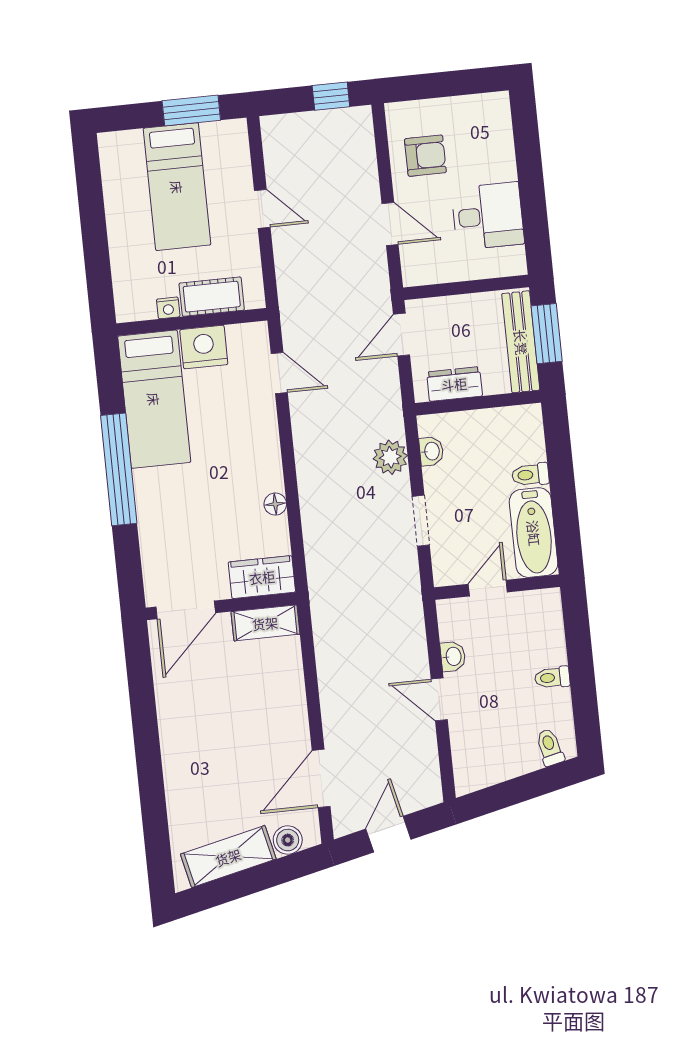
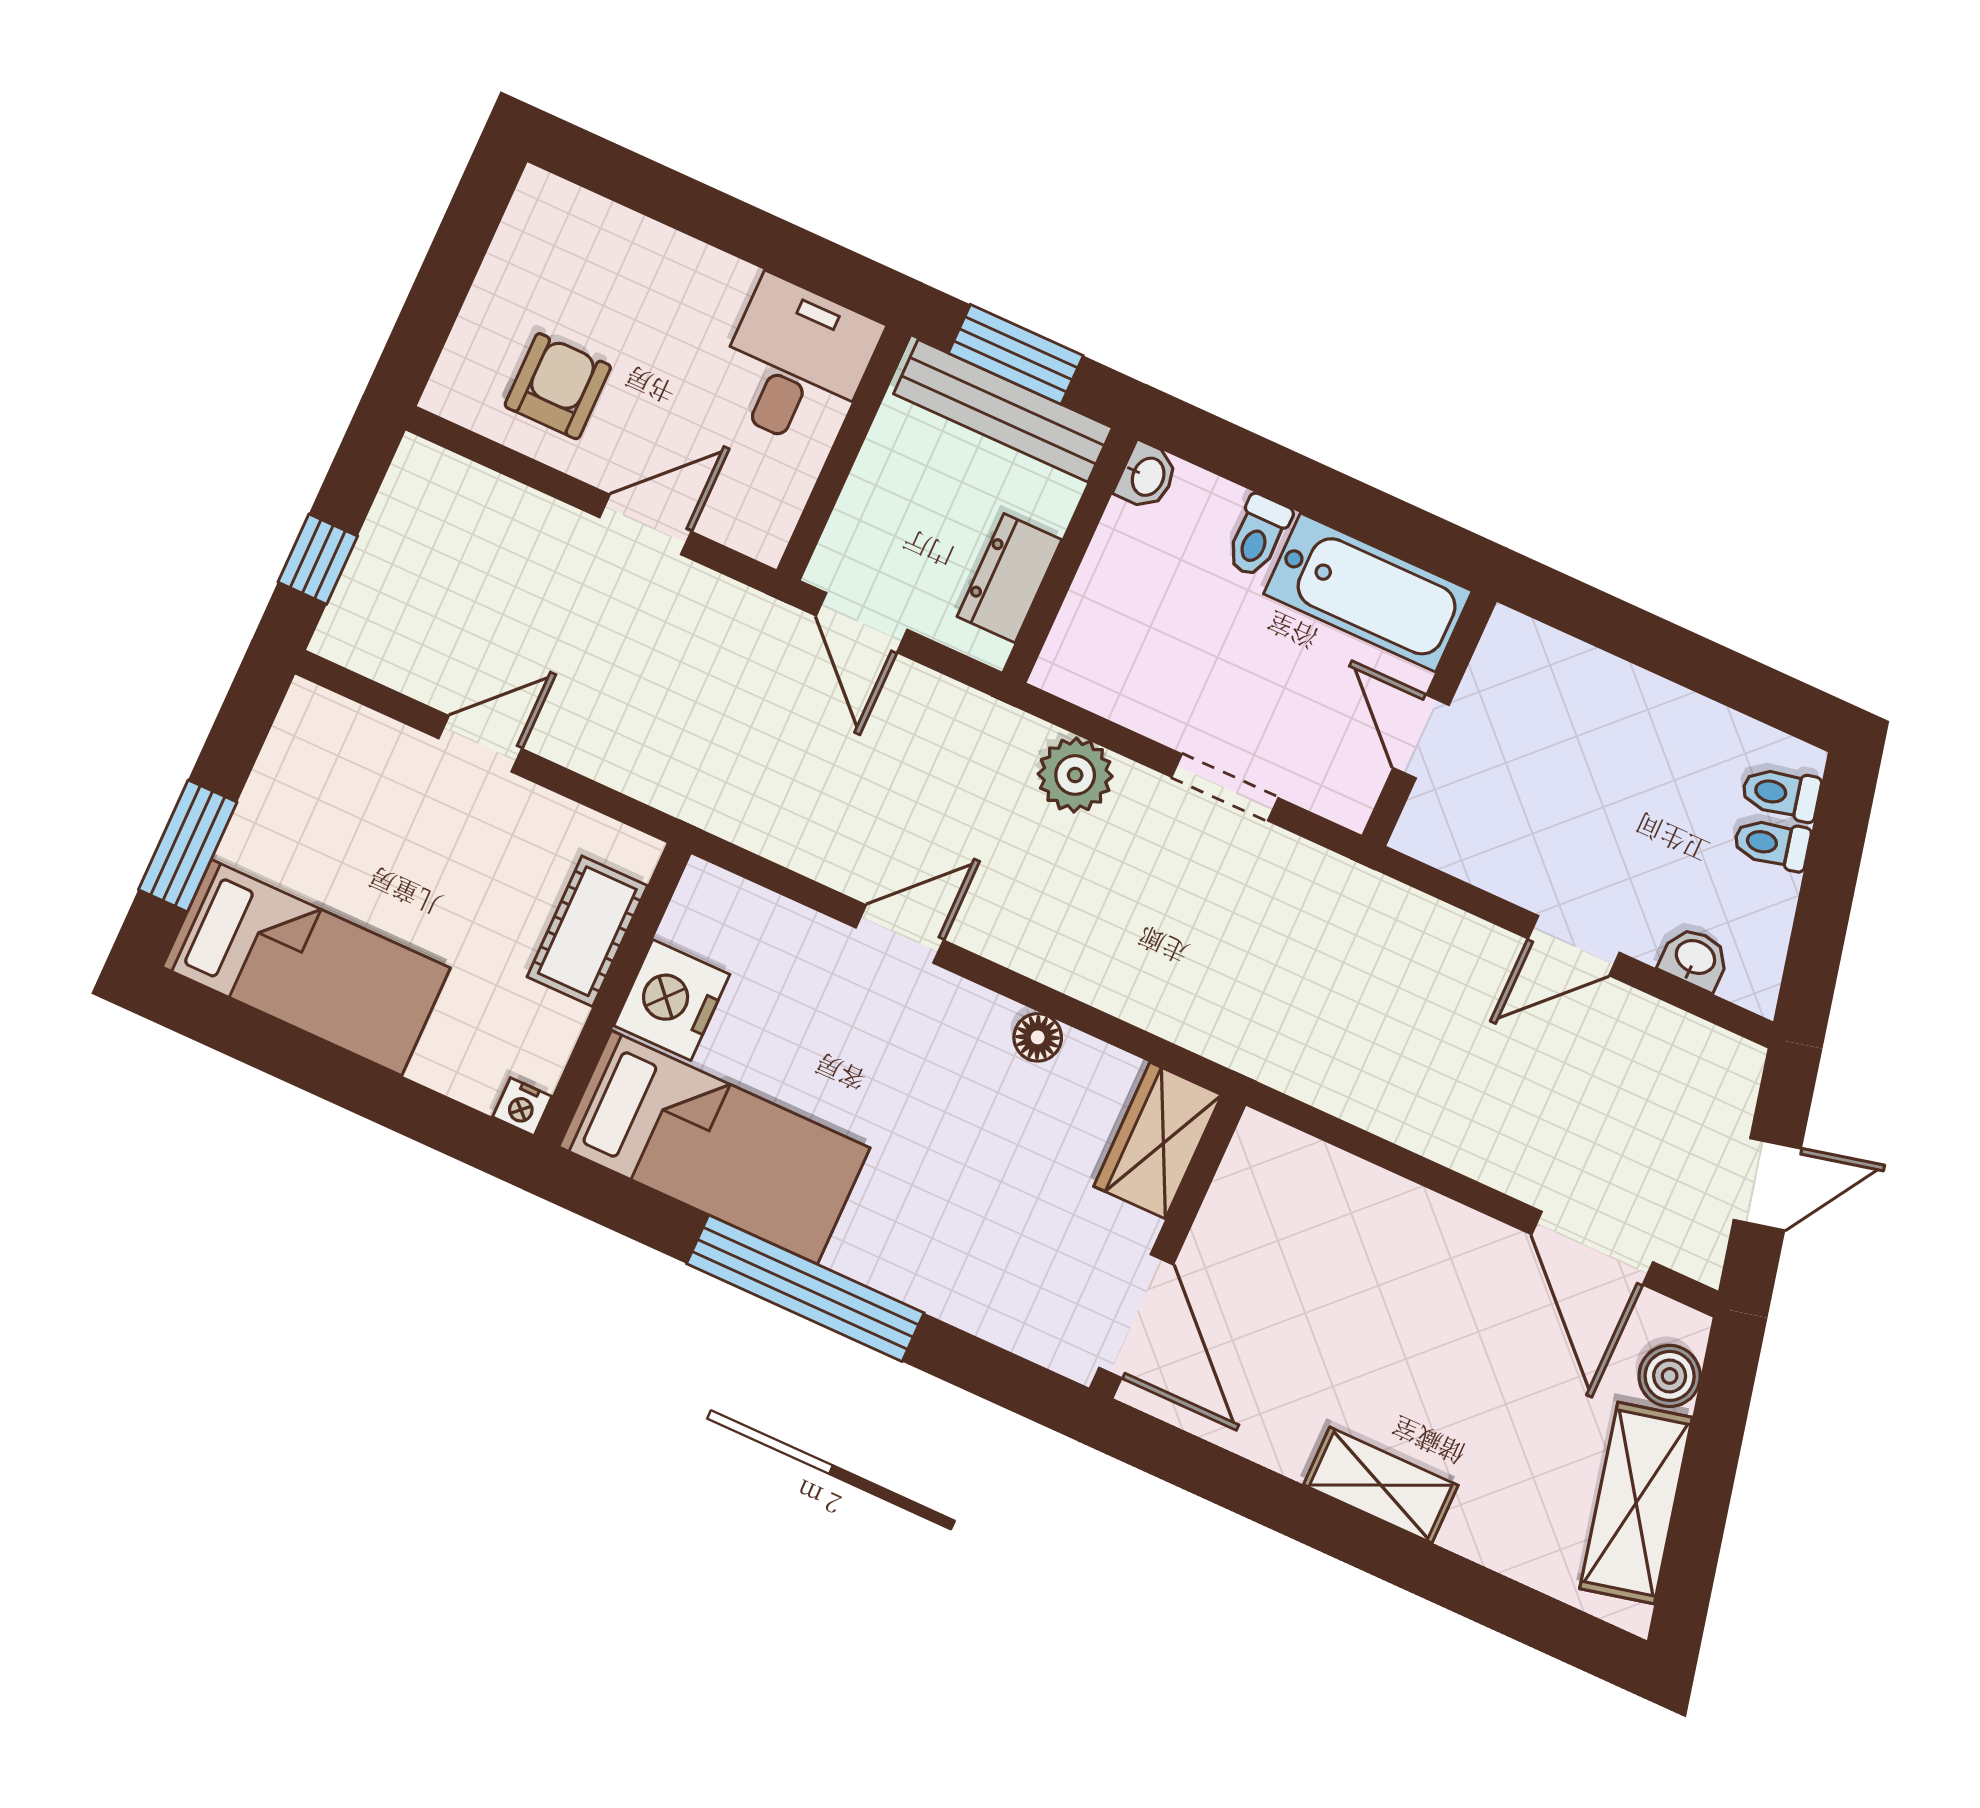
window: (331, 96) -> (318, 559), moved
window: (191, 111) -> (188, 846), moved
bed: (177, 187) -> (306, 967), moved
desk: (488, 216) -> (796, 364), moved
nightstand: (168, 308) -> (522, 1107), moved, turned 90
door: (279, 373) -> (900, 934), moved
washbasin: (431, 451) -> (1147, 476), moved, turned 90
shelving: (265, 623) -> (1381, 1485), moved, turned 90
washbasin: (453, 656) -> (1695, 958), moved
toilet: (552, 677) -> (1772, 844), moved, turned 77
door: (388, 834) -> (1767, 1184), swing flipped

